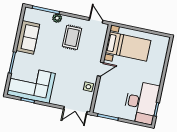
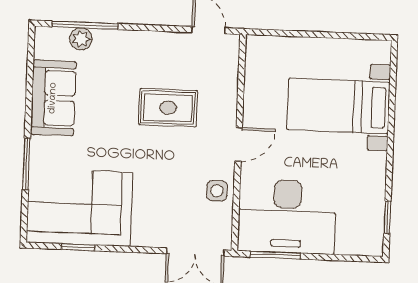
plant: (57, 18) -> (81, 39), moved
rug: (72, 37) -> (168, 108), moved, turned 90
bed with nightstands: (128, 46) -> (338, 106), moved, turned 180
desk: (141, 102) -> (287, 217), moved, turned 90

